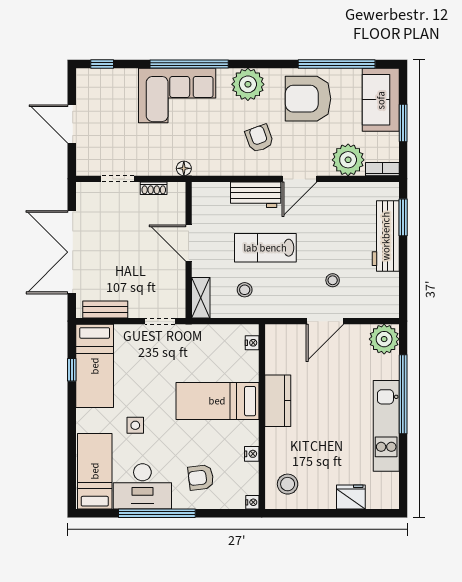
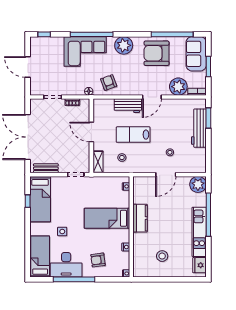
armchair: (259, 138) -> (109, 83), moved
stool: (288, 484) -> (162, 256), moved
fridge: (351, 497) -> (200, 265), moved, turned -90

